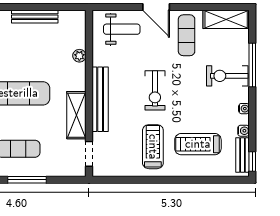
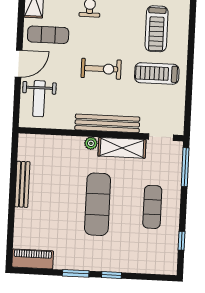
weight bench: (122, 29) -> (39, 99), turned 180
plant: (79, 56) -> (91, 143), moved
window: (27, 180) -> (185, 167), moved

